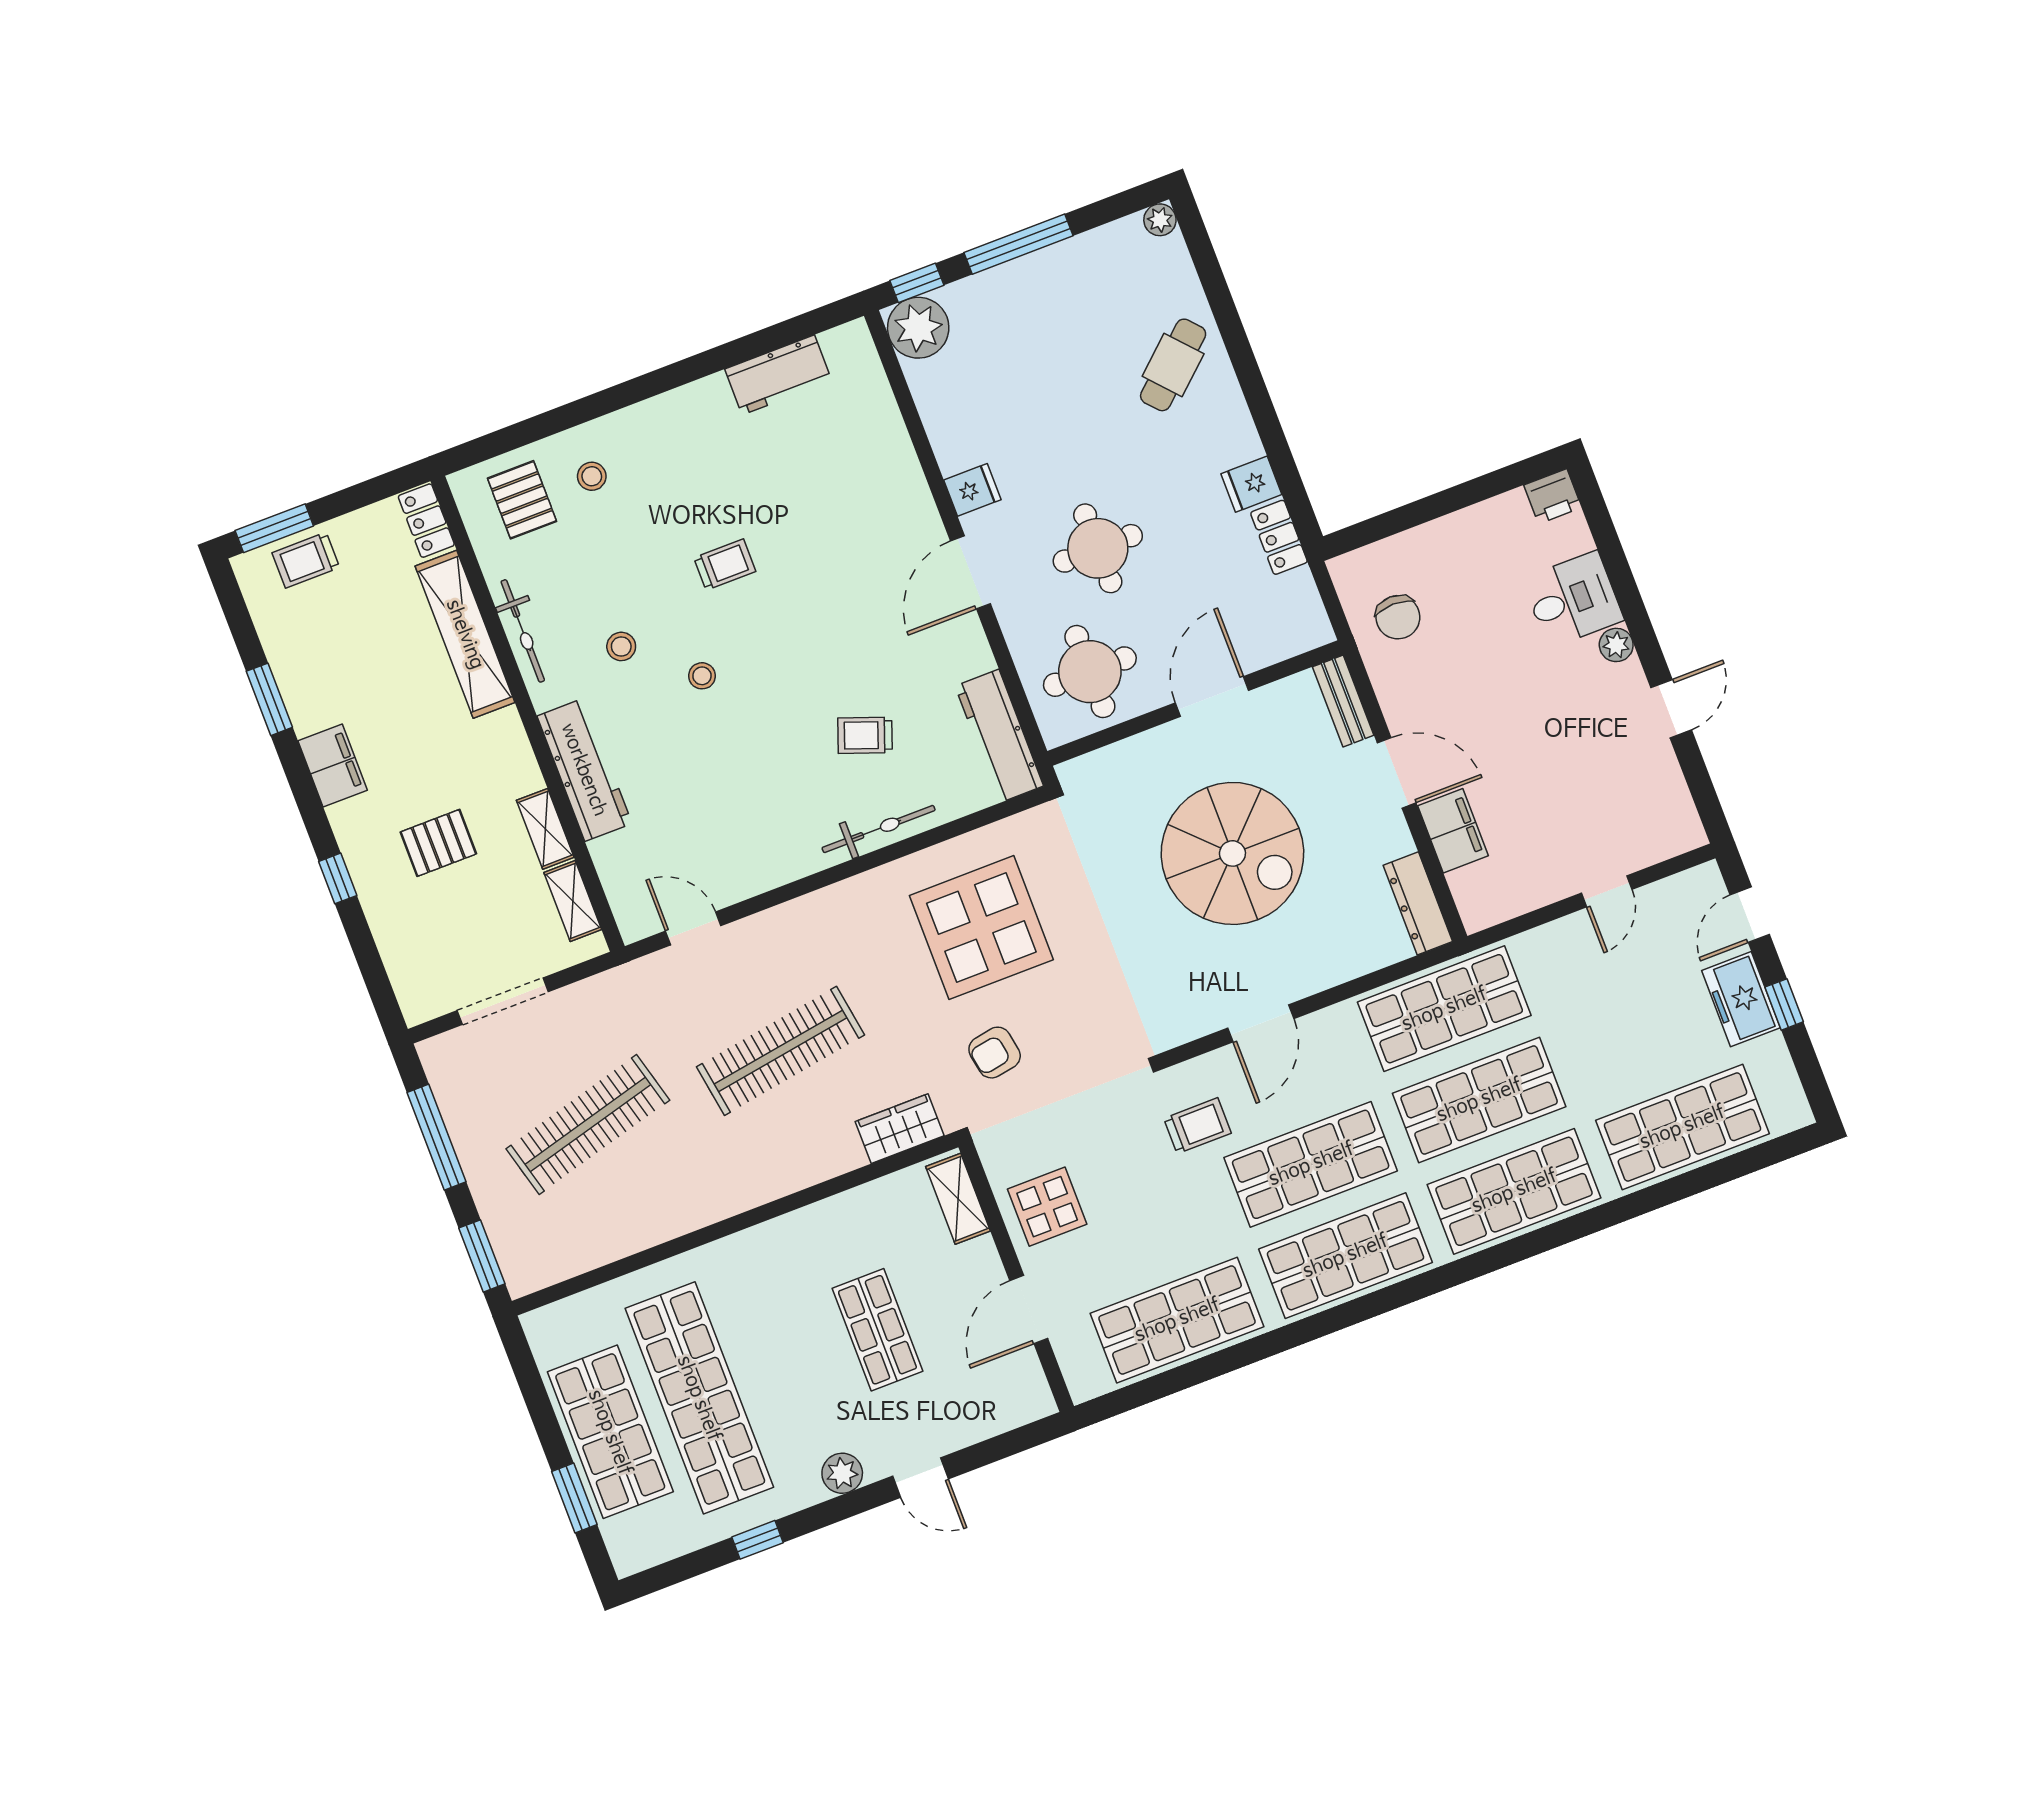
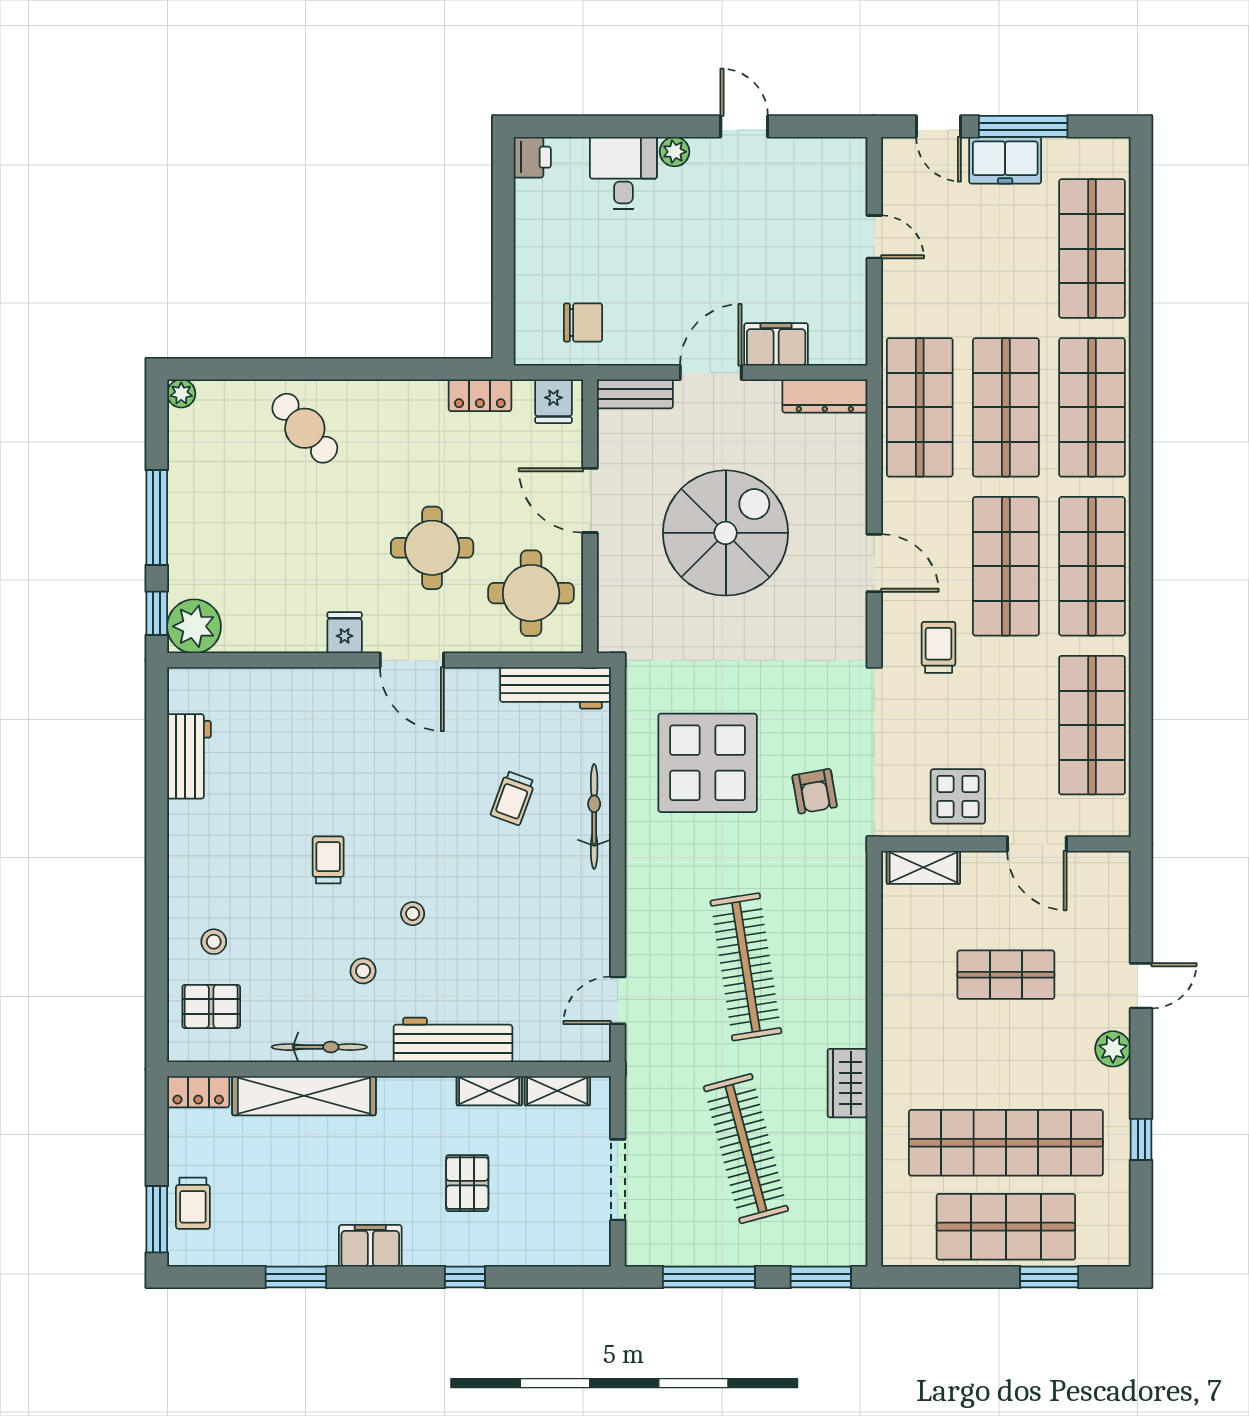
fridge: (1251, 484) -> (553, 401), moved
window: (1784, 1004) -> (1023, 126), width x2.17
wardrobe: (900, 1129) -> (847, 1083), moved

